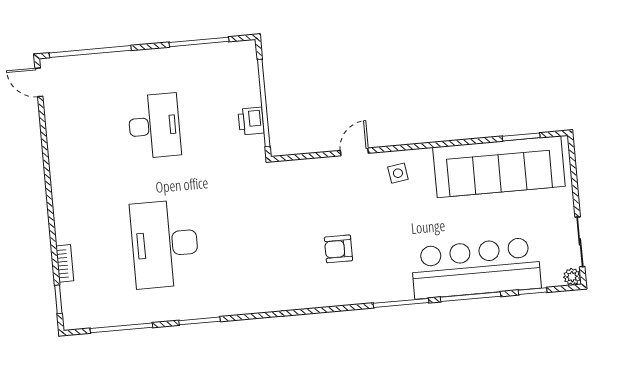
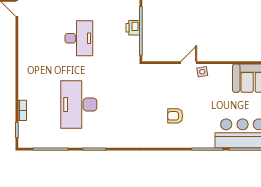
printer: (251, 121) -> (133, 28), moved
side table: (398, 173) -> (202, 72), moved

